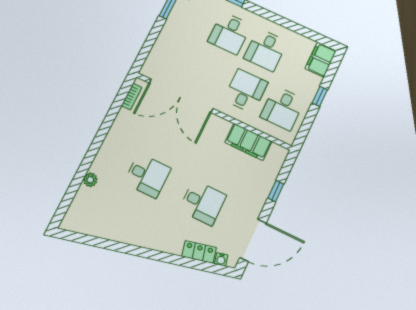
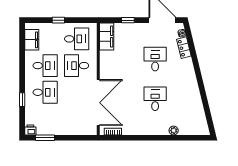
filing cabinet: (321, 60) -> (32, 40), moved, turned -90
filing cabinet: (248, 142) -> (107, 37), moved

